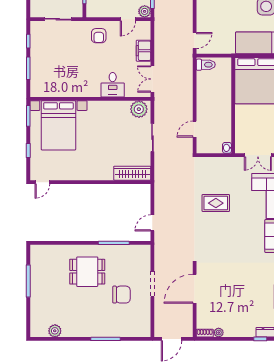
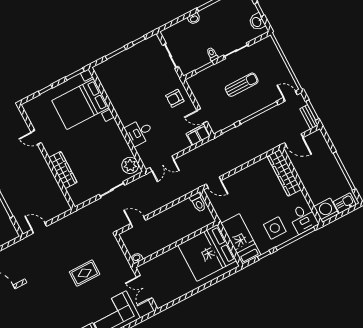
plant: (145, 11) -> (216, 127), removed
filing cabinet: (144, 51) -> (198, 135), moved
double door: (152, 79) -> (162, 164), swing flipped
wardrobe: (132, 173) -> (63, 170), moved
door: (42, 182) -> (36, 137), moved
rug: (216, 203) -> (85, 273), turned 90

